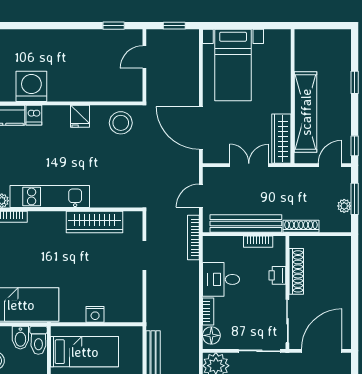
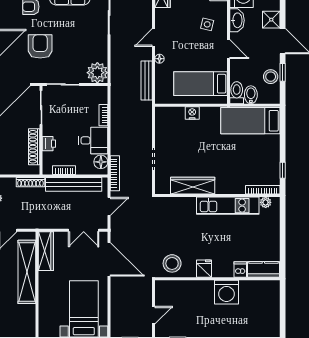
washing machine: (31, 86) -> (226, 292), moved
double door: (249, 165) -> (84, 230), moved
floor lamp: (211, 335) -> (101, 162), moved

